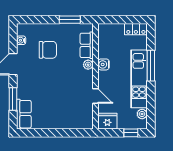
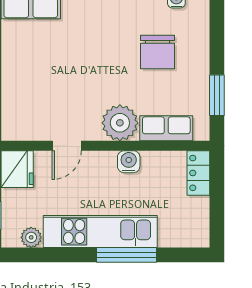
locker: (136, 29) -> (198, 173), moved
plant: (88, 65) -> (120, 123), width x1.87, depth x1.87

